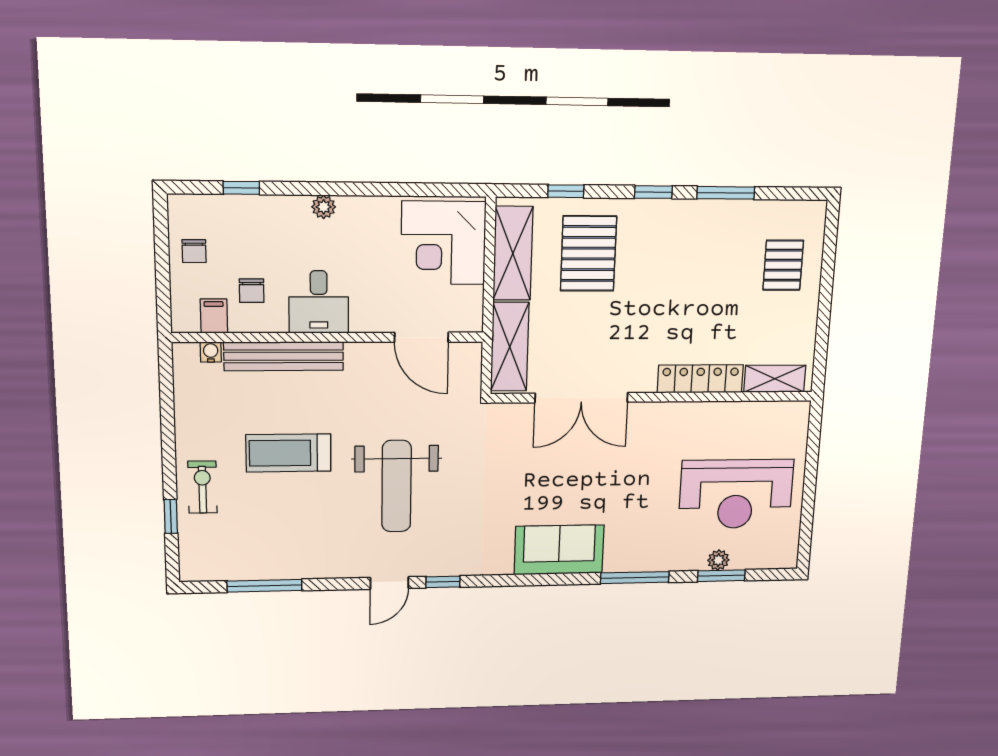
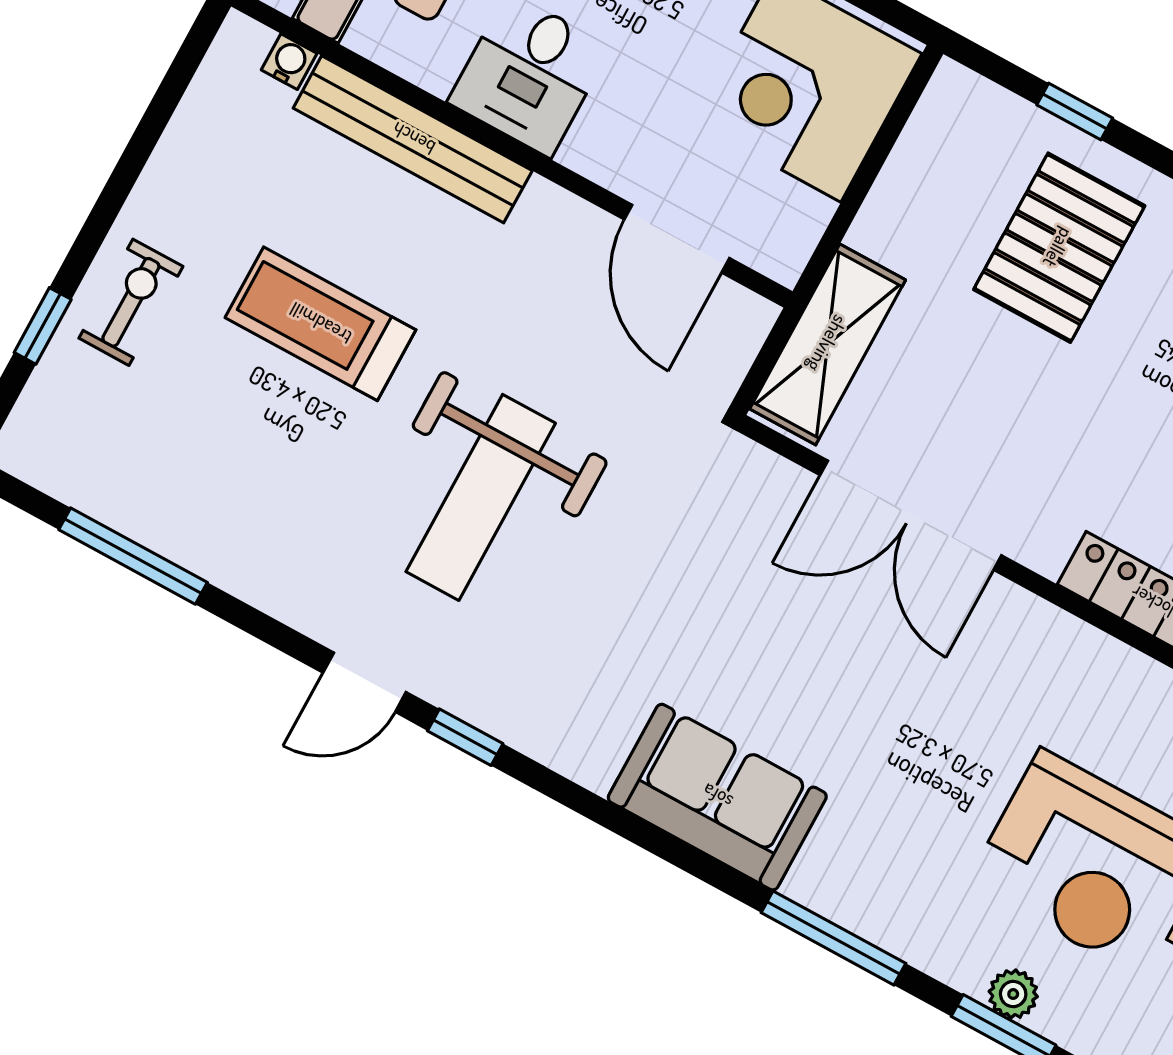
shelving: (513, 253) -> (922, 173), removed

